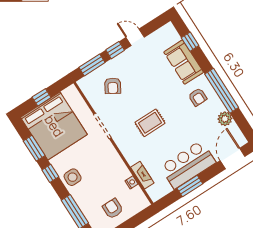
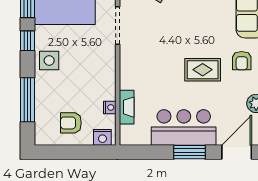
rug: (150, 123) -> (203, 70), moved
window: (190, 186) -> (189, 152), moved
nightstand: (139, 205) -> (102, 137), added
armchair: (113, 209) -> (71, 123), turned -90

